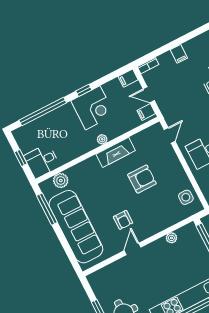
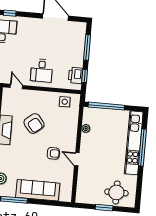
armchair: (142, 179) -> (34, 123), turned 141
sofa: (76, 227) -> (38, 190), width x0.74, depth x0.79

